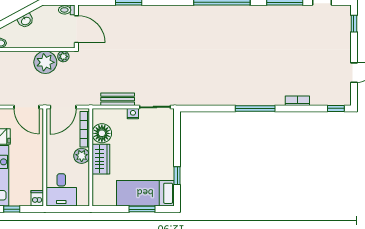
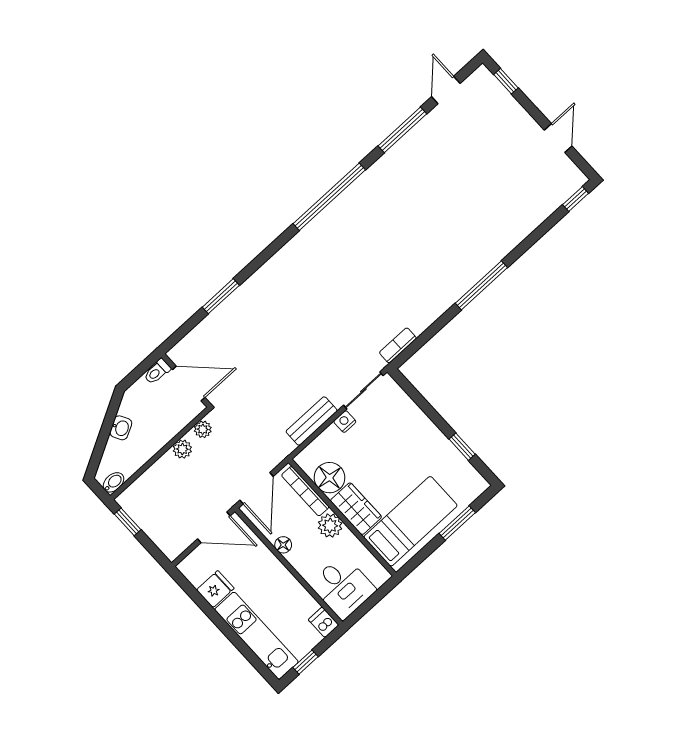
plant: (45, 62) -> (182, 449), width x0.53, depth x0.53
bookcase: (297, 101) -> (398, 345), moved
floor lamp: (51, 145) -> (283, 545), added
bed: (145, 193) -> (410, 521), moved, turned 180

